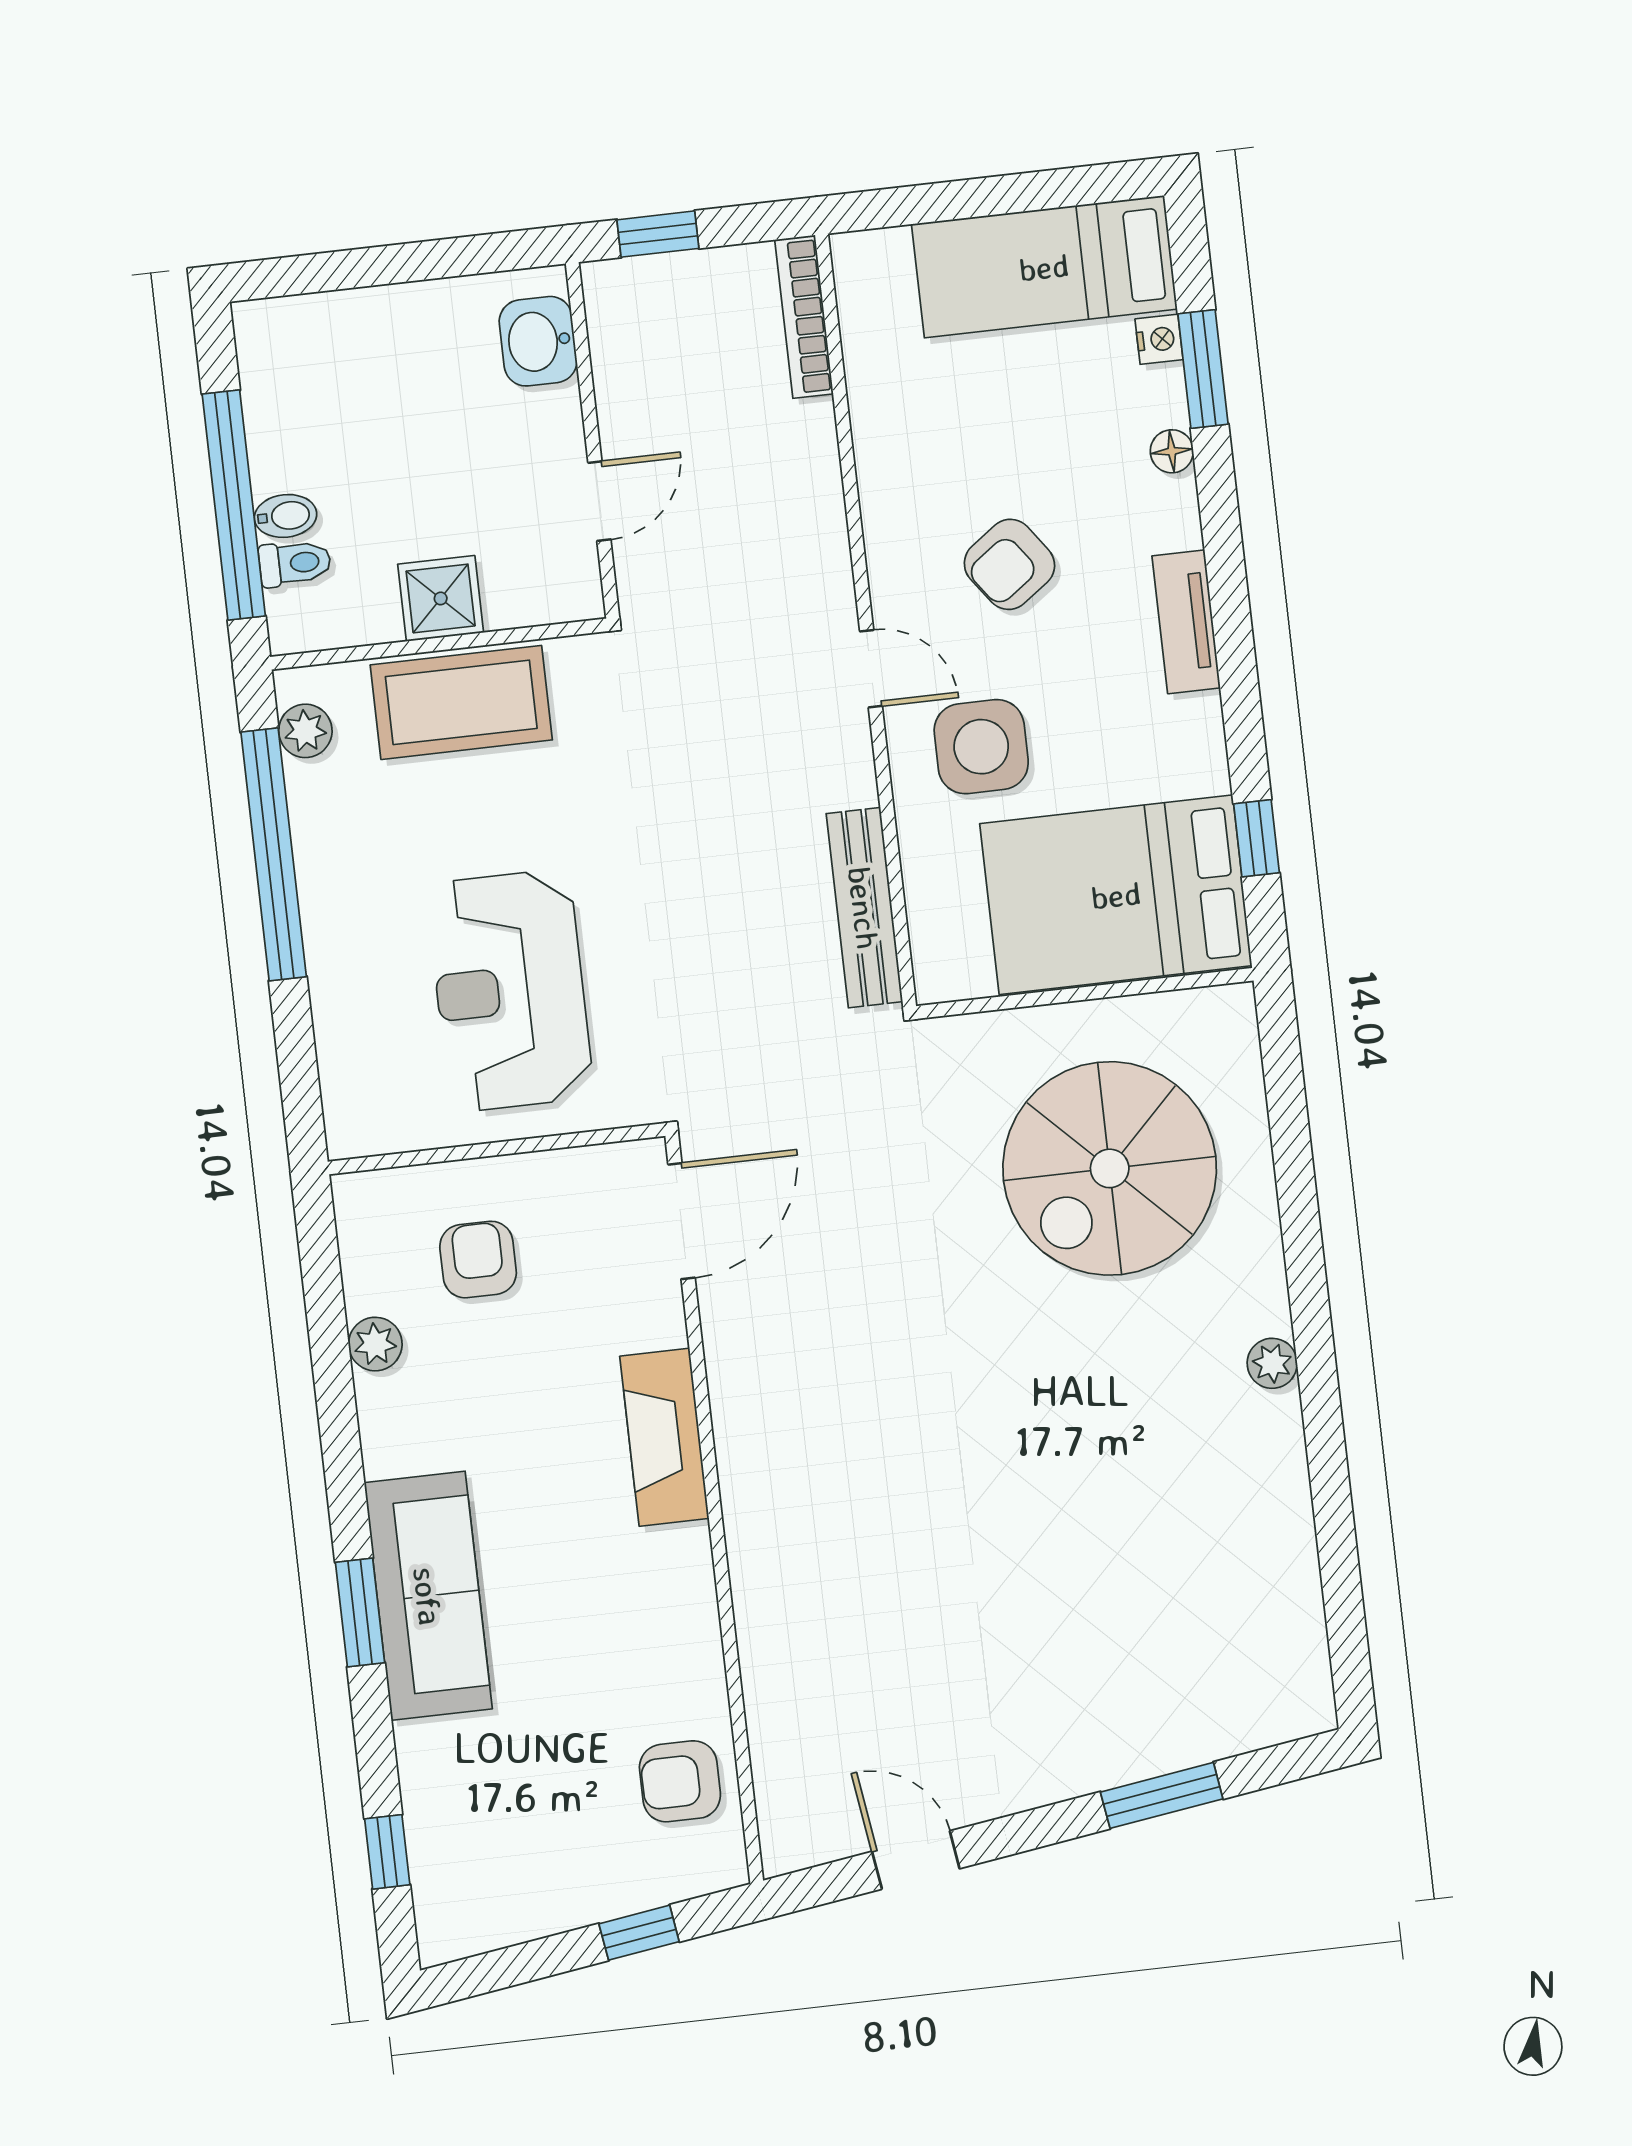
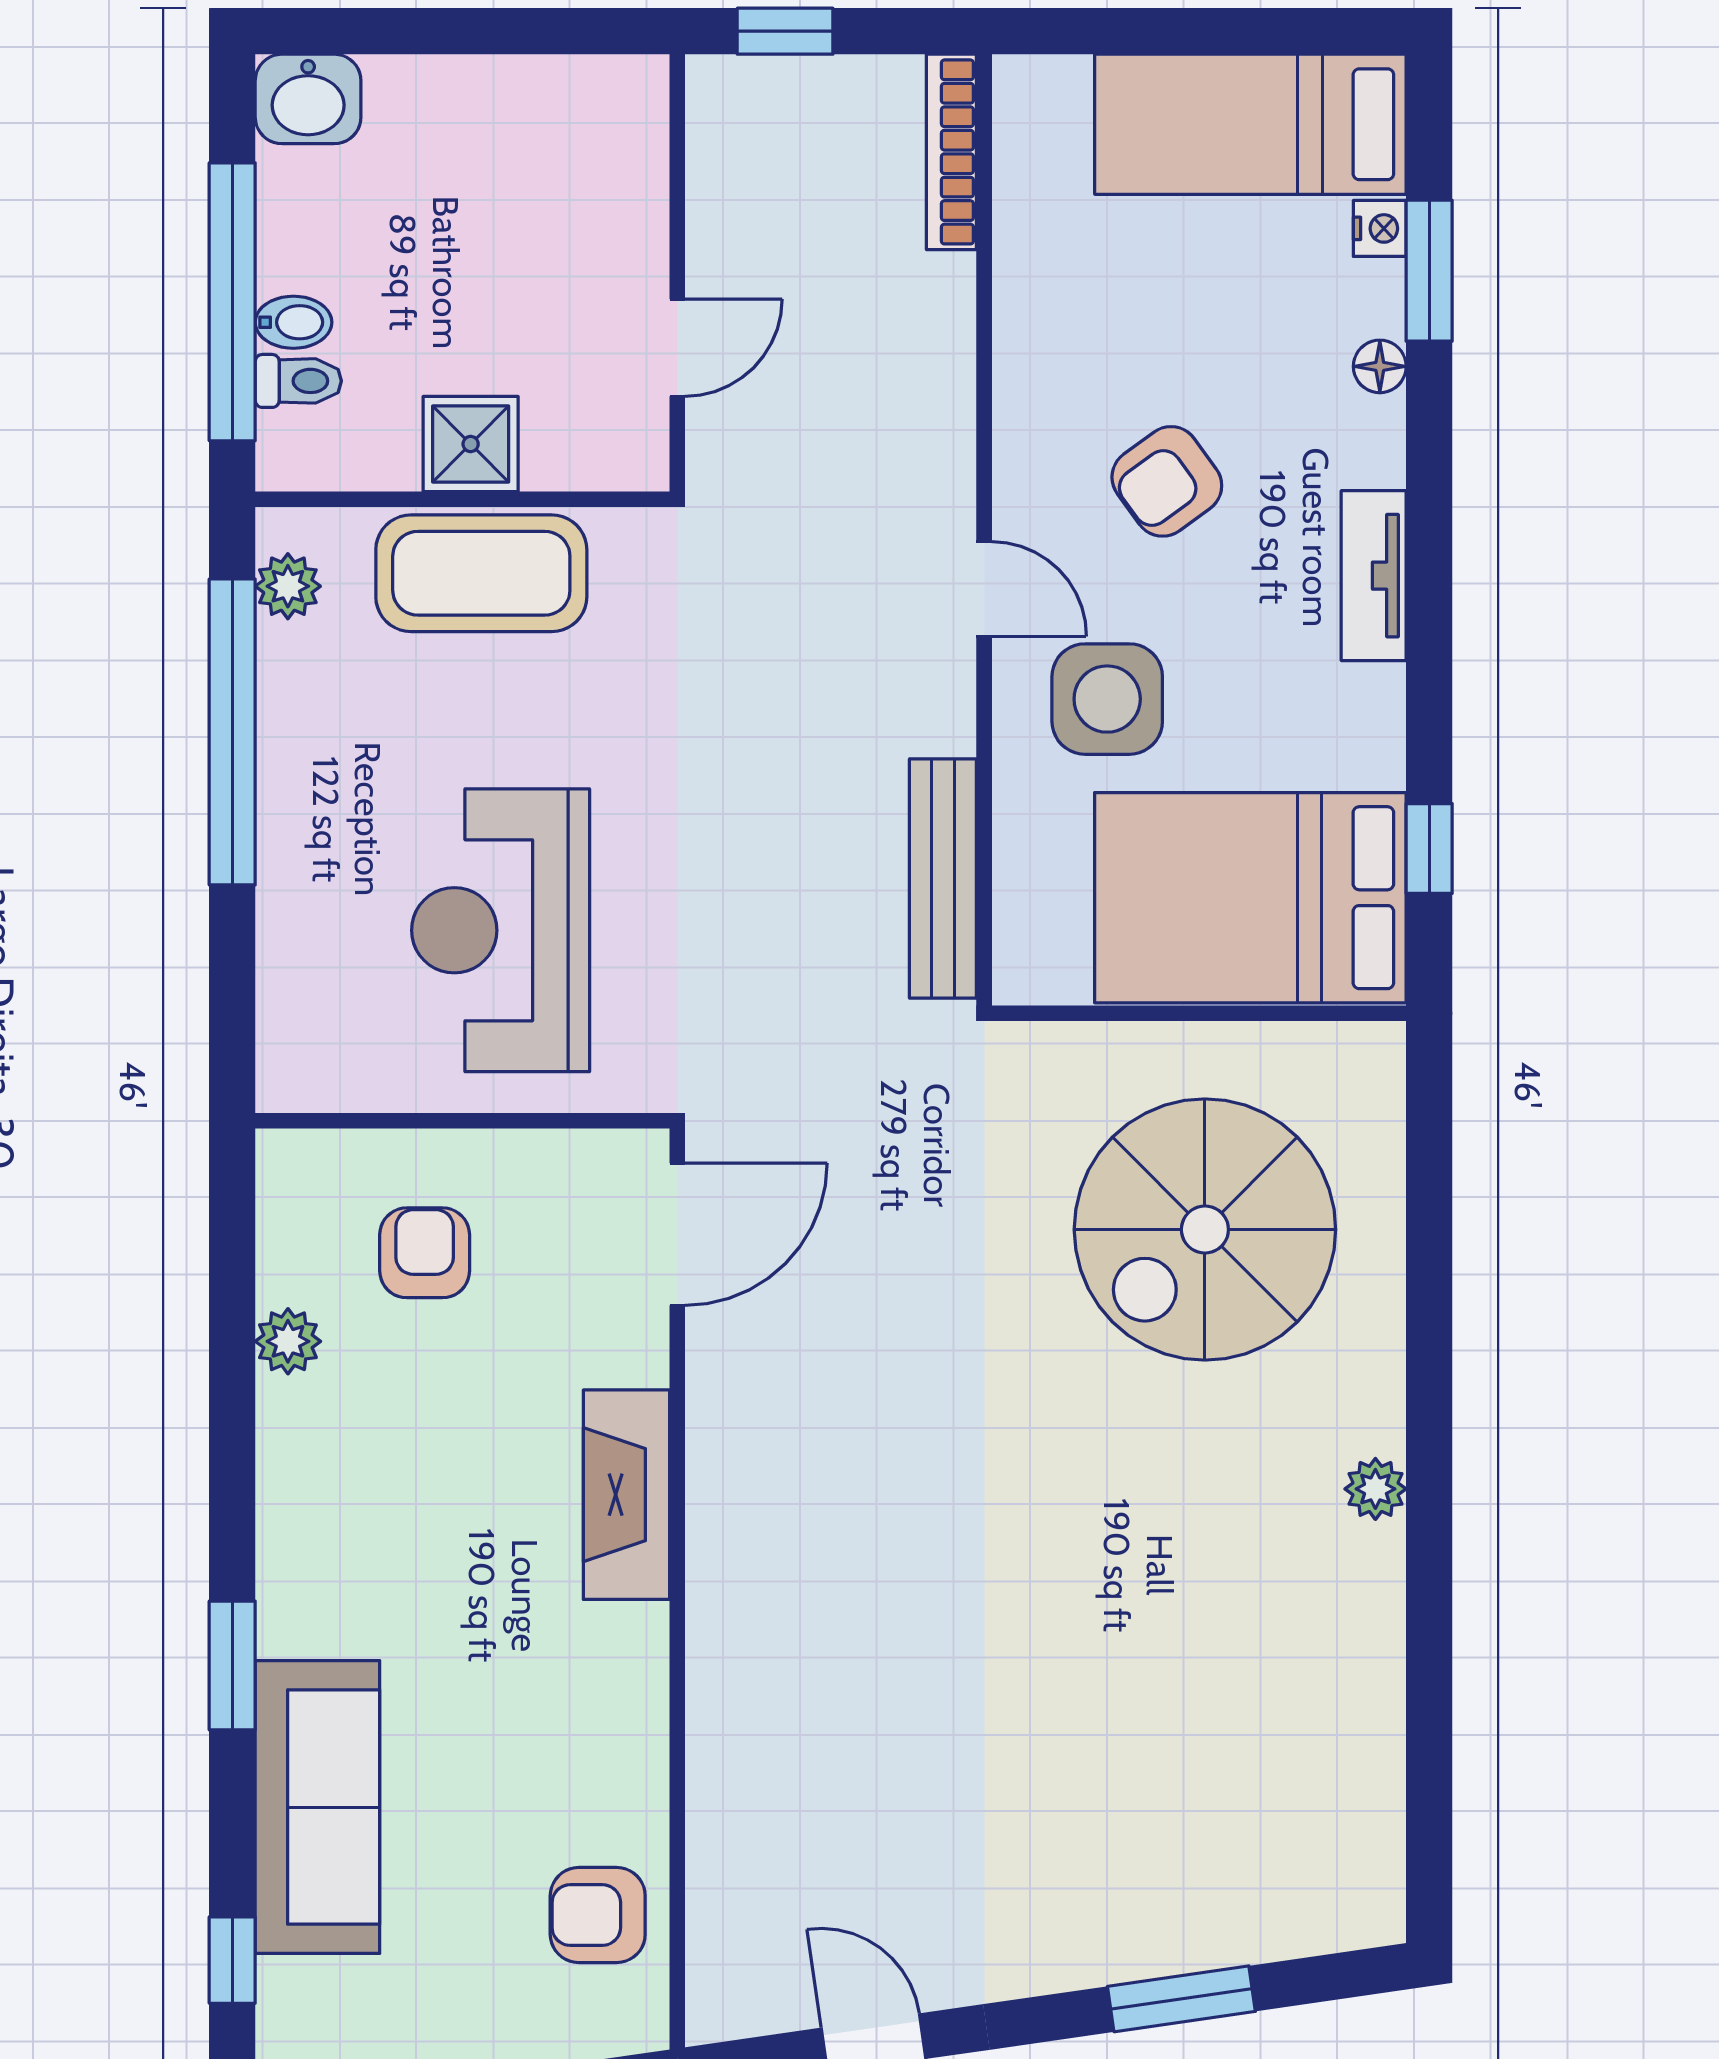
washbasin: (538, 341) -> (308, 99), moved, turned -90
sofa: (428, 1596) -> (317, 1807), moved

